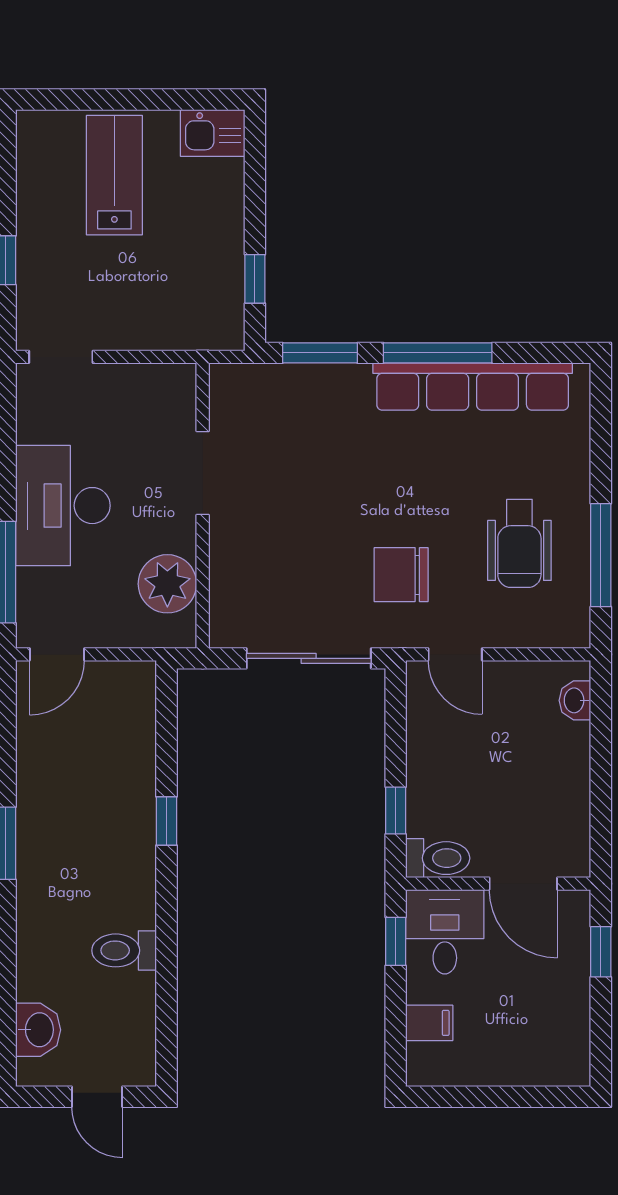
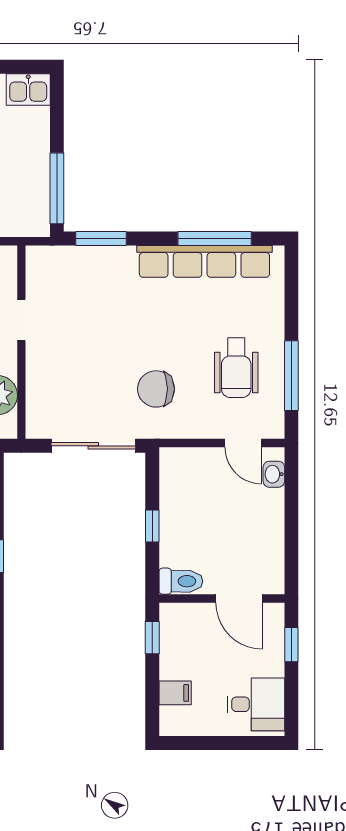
window: (255, 279) -> (57, 188), width x2.17
window: (438, 353) -> (215, 239), moved
doorway: (203, 473) -> (21, 320), width x0.73
door: (455, 654) -> (243, 443), moved
window: (396, 811) -> (152, 526), moved
desk: (445, 932) -> (256, 704), moved, turned 90

